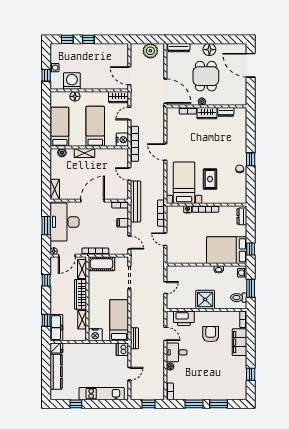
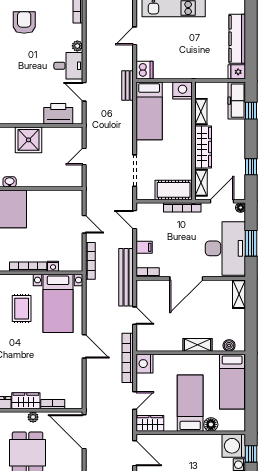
washing machine: (72, 81) -> (234, 446), moved, turned 90
bed: (95, 126) -> (190, 403), moved, turned 180
armchair: (211, 334) -> (24, 22), moved, turned 180

